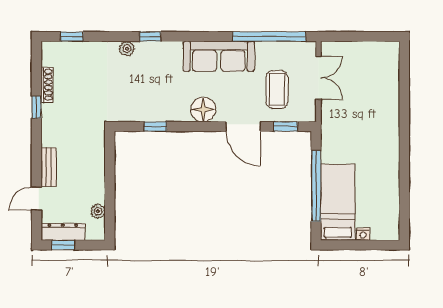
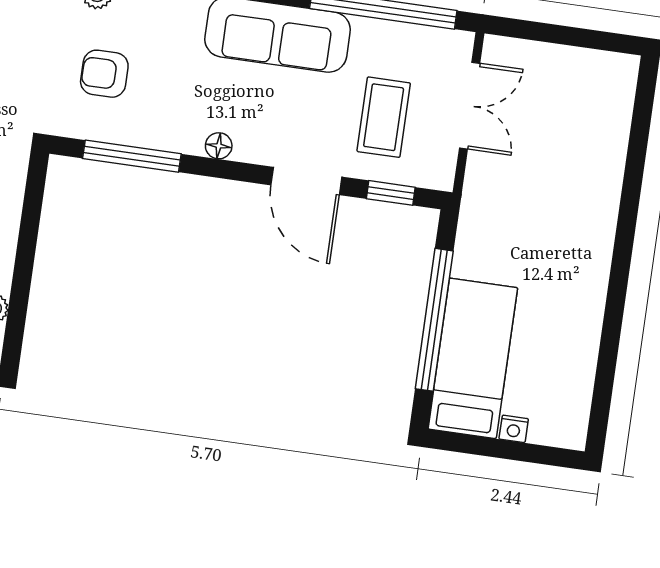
armchair: (136, 88) -> (104, 74), added
floor lamp: (203, 109) -> (219, 146), width x0.53, depth x0.53
window: (155, 126) -> (132, 156), width x2.17

